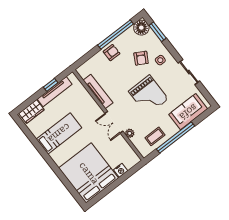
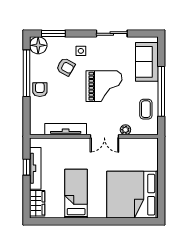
nightstand: (121, 170) -> (152, 164), removed

